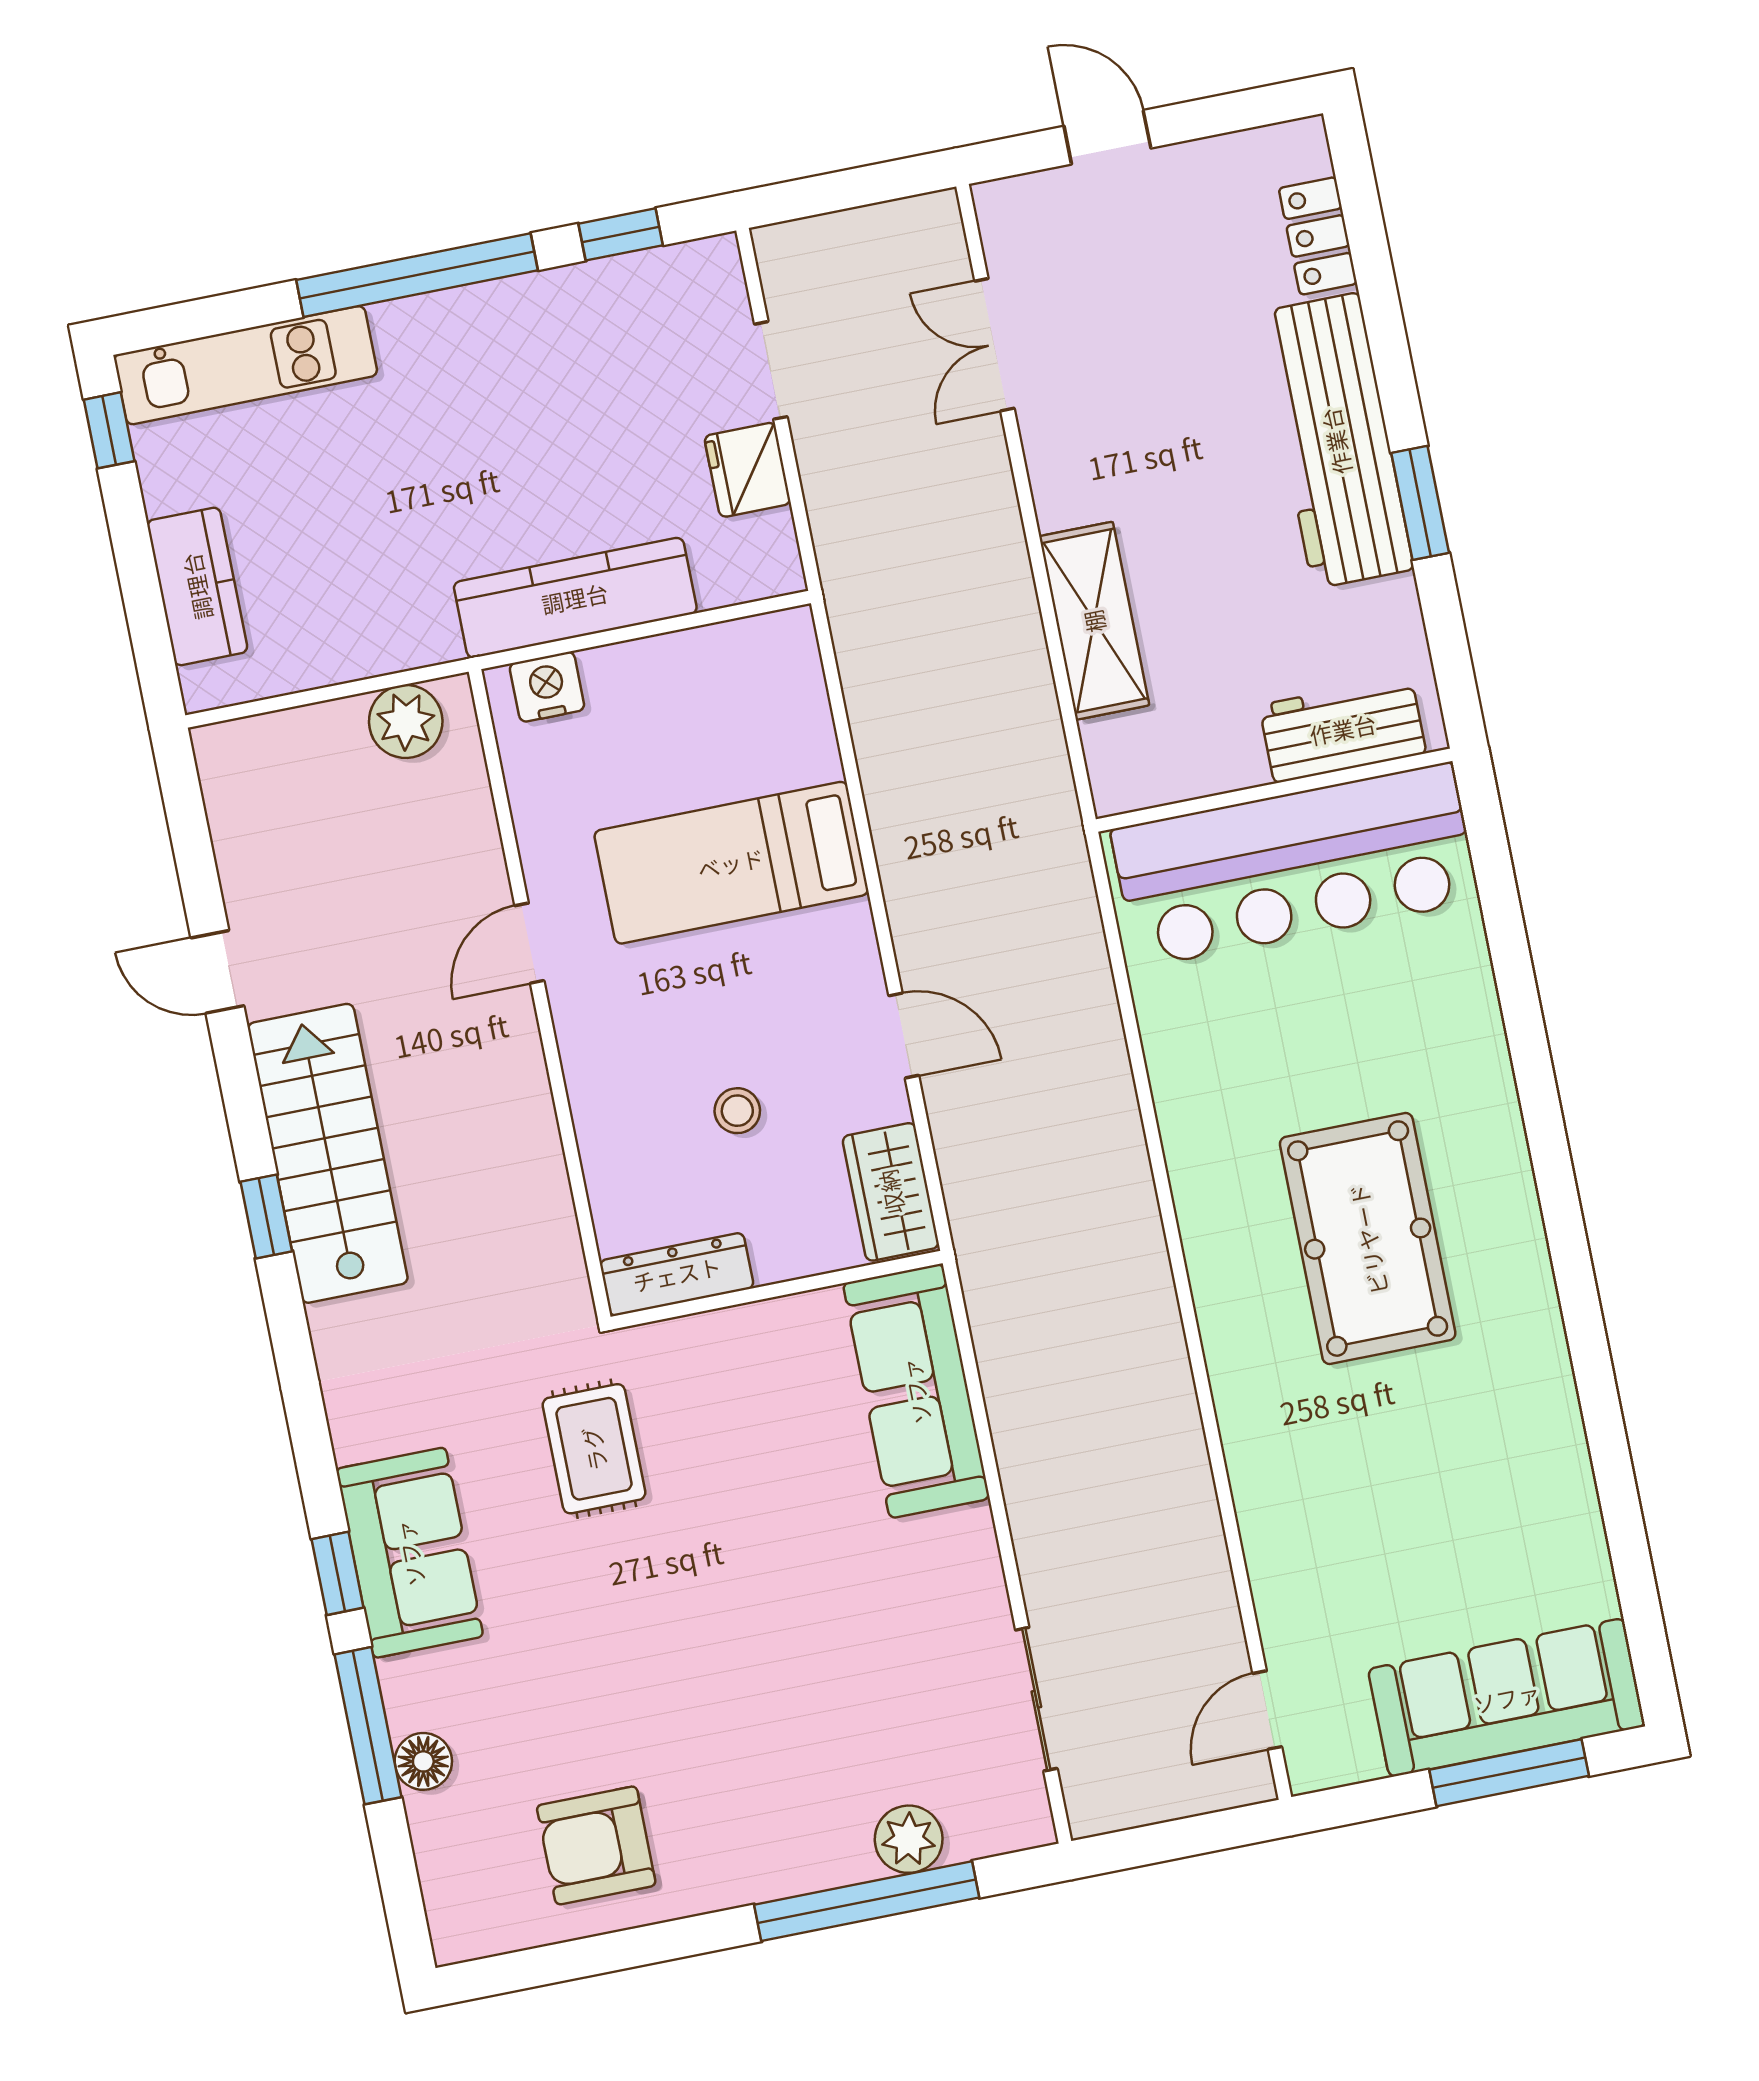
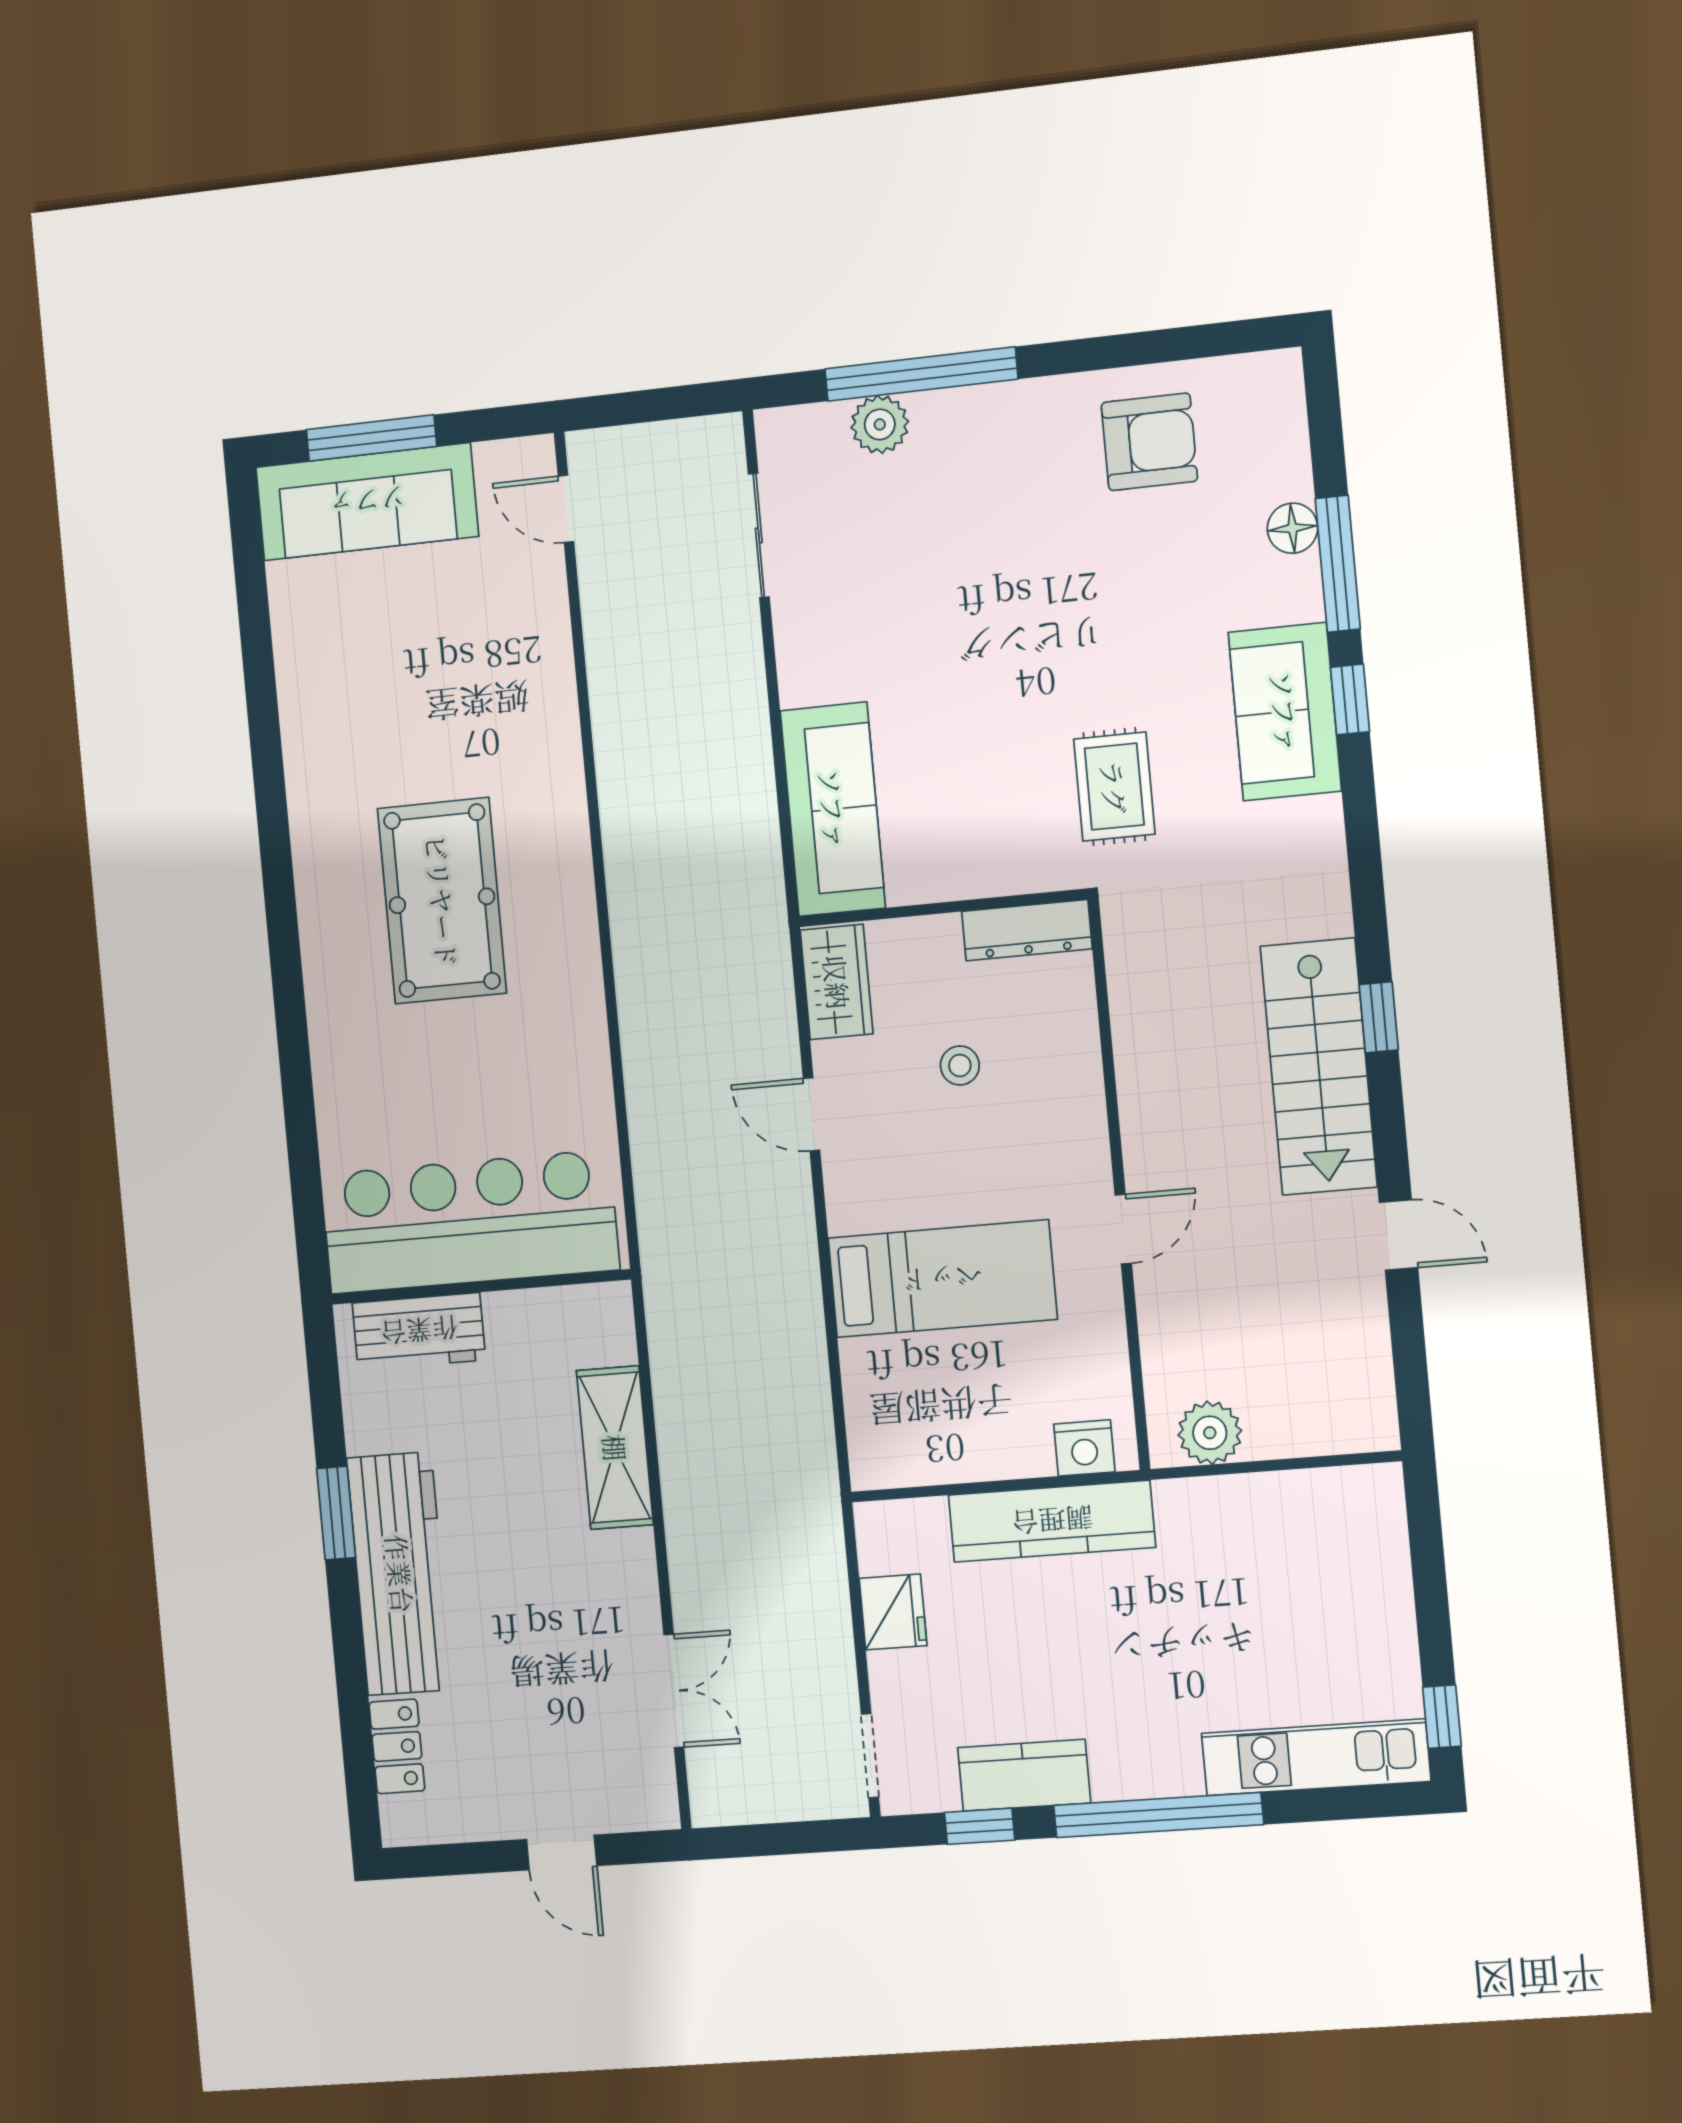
doorway: (771, 370) -> (870, 1756), moved
kitchen counter: (197, 586) -> (1024, 1775), moved, turned 90
door: (1267, 1710) -> (566, 509), swing flipped

